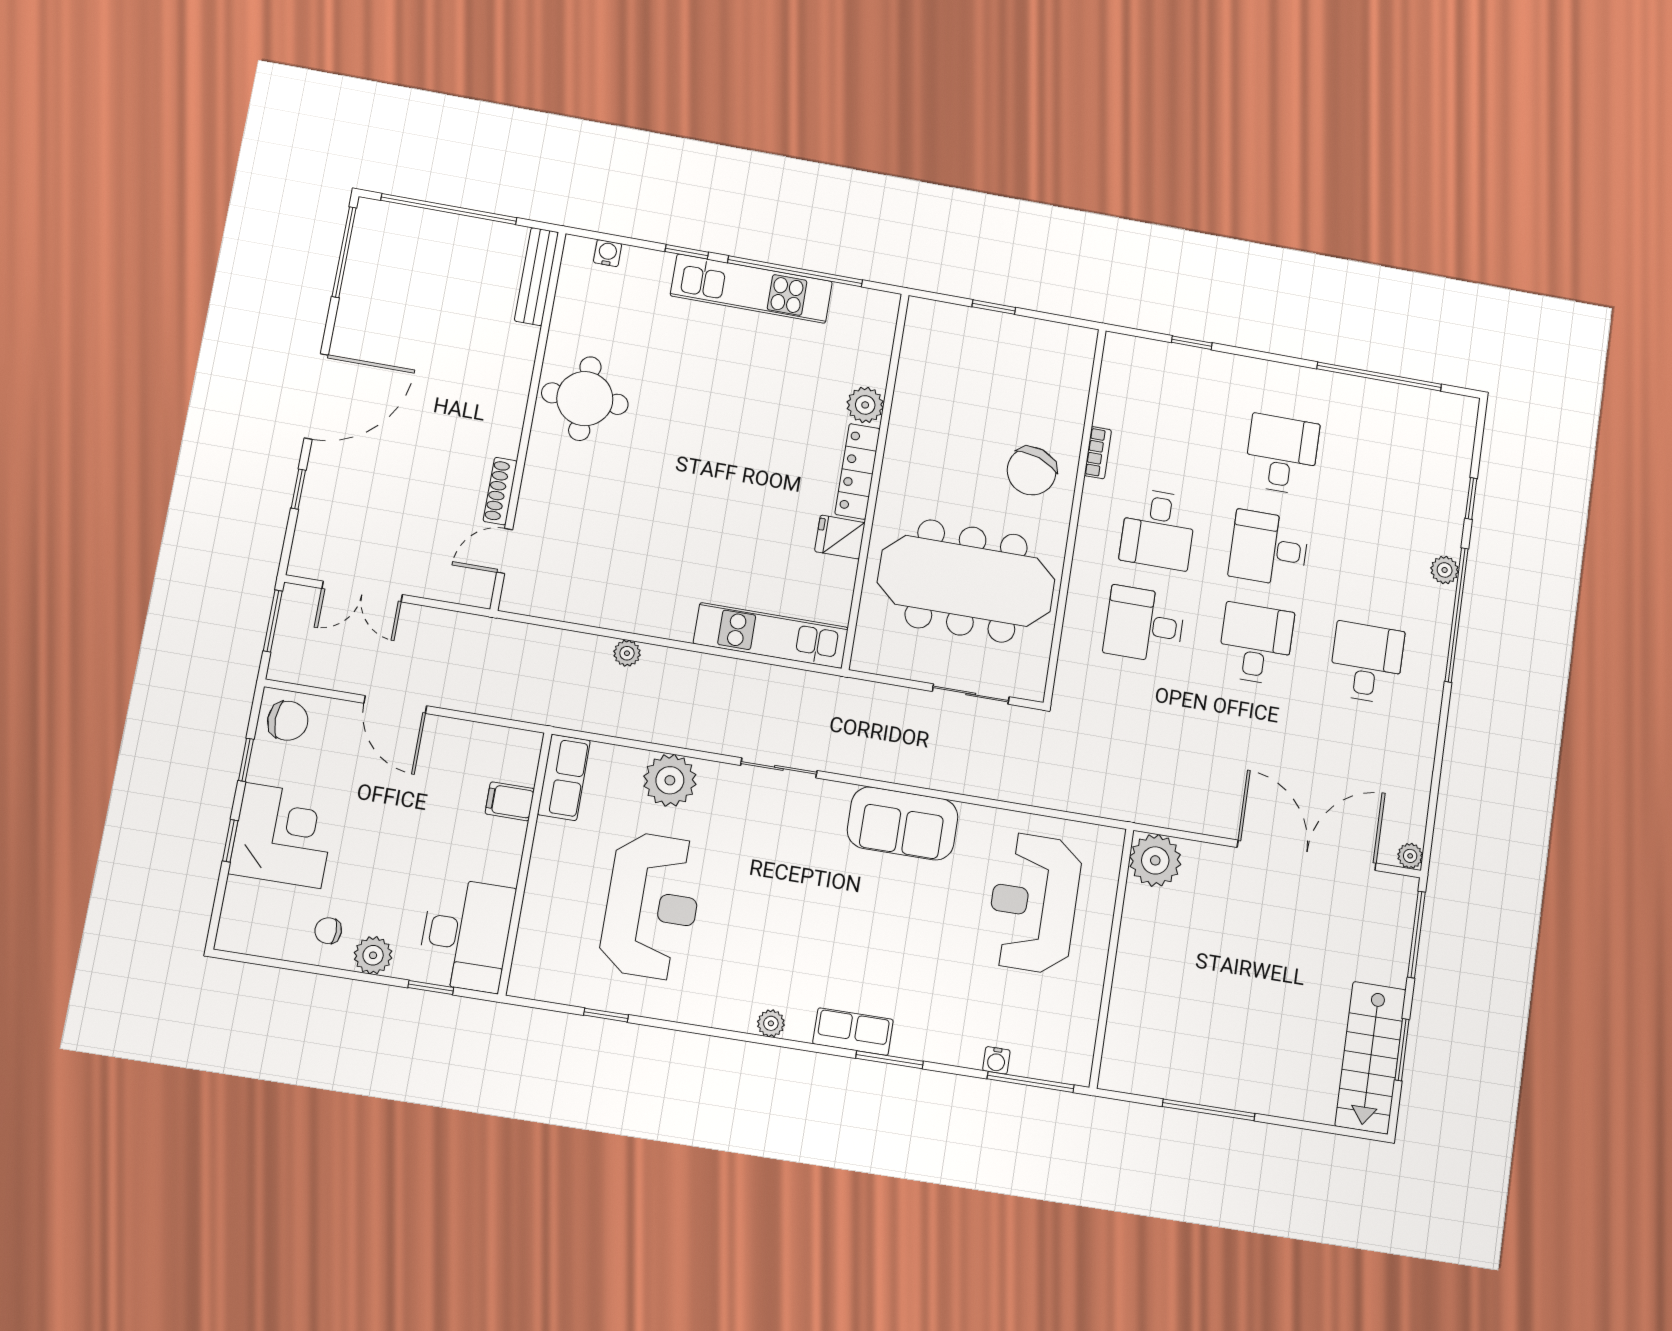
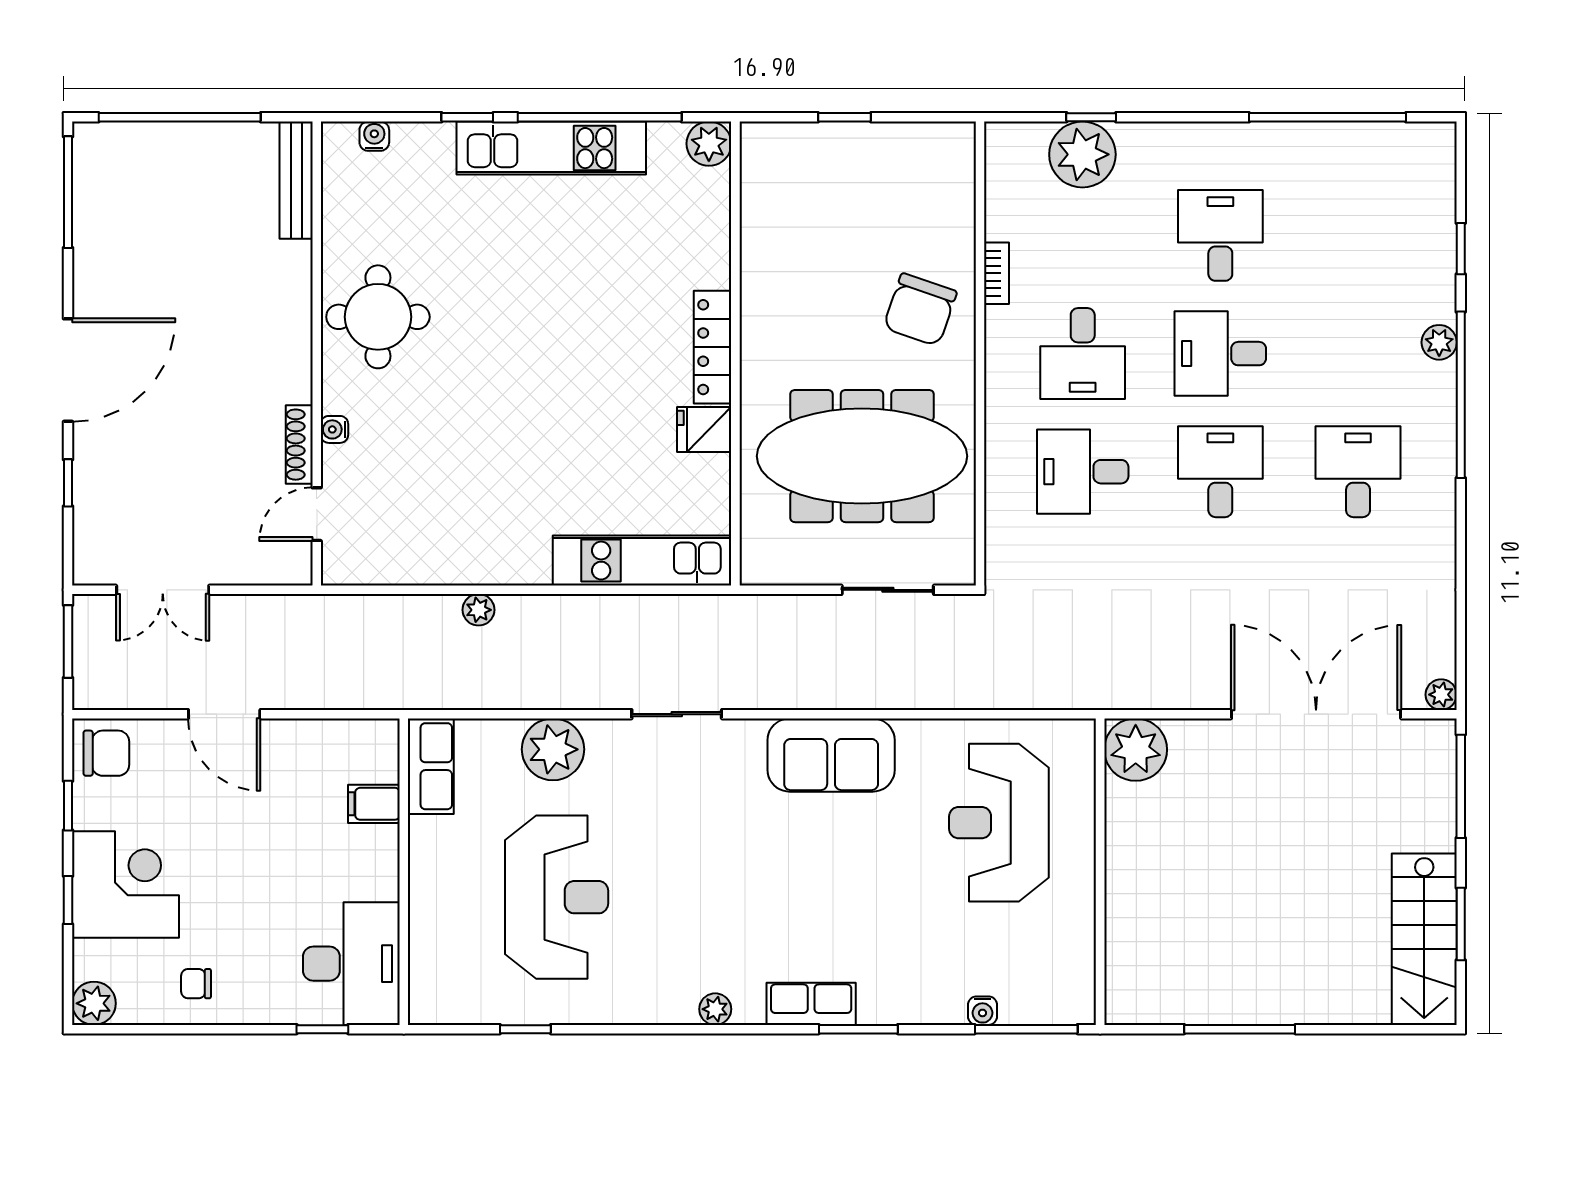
plant: (1181, 371) -> (1082, 154), added
plant: (865, 405) -> (709, 144), moved
water cooler: (532, 484) -> (334, 429), added
plant: (373, 955) -> (94, 1003), moved

